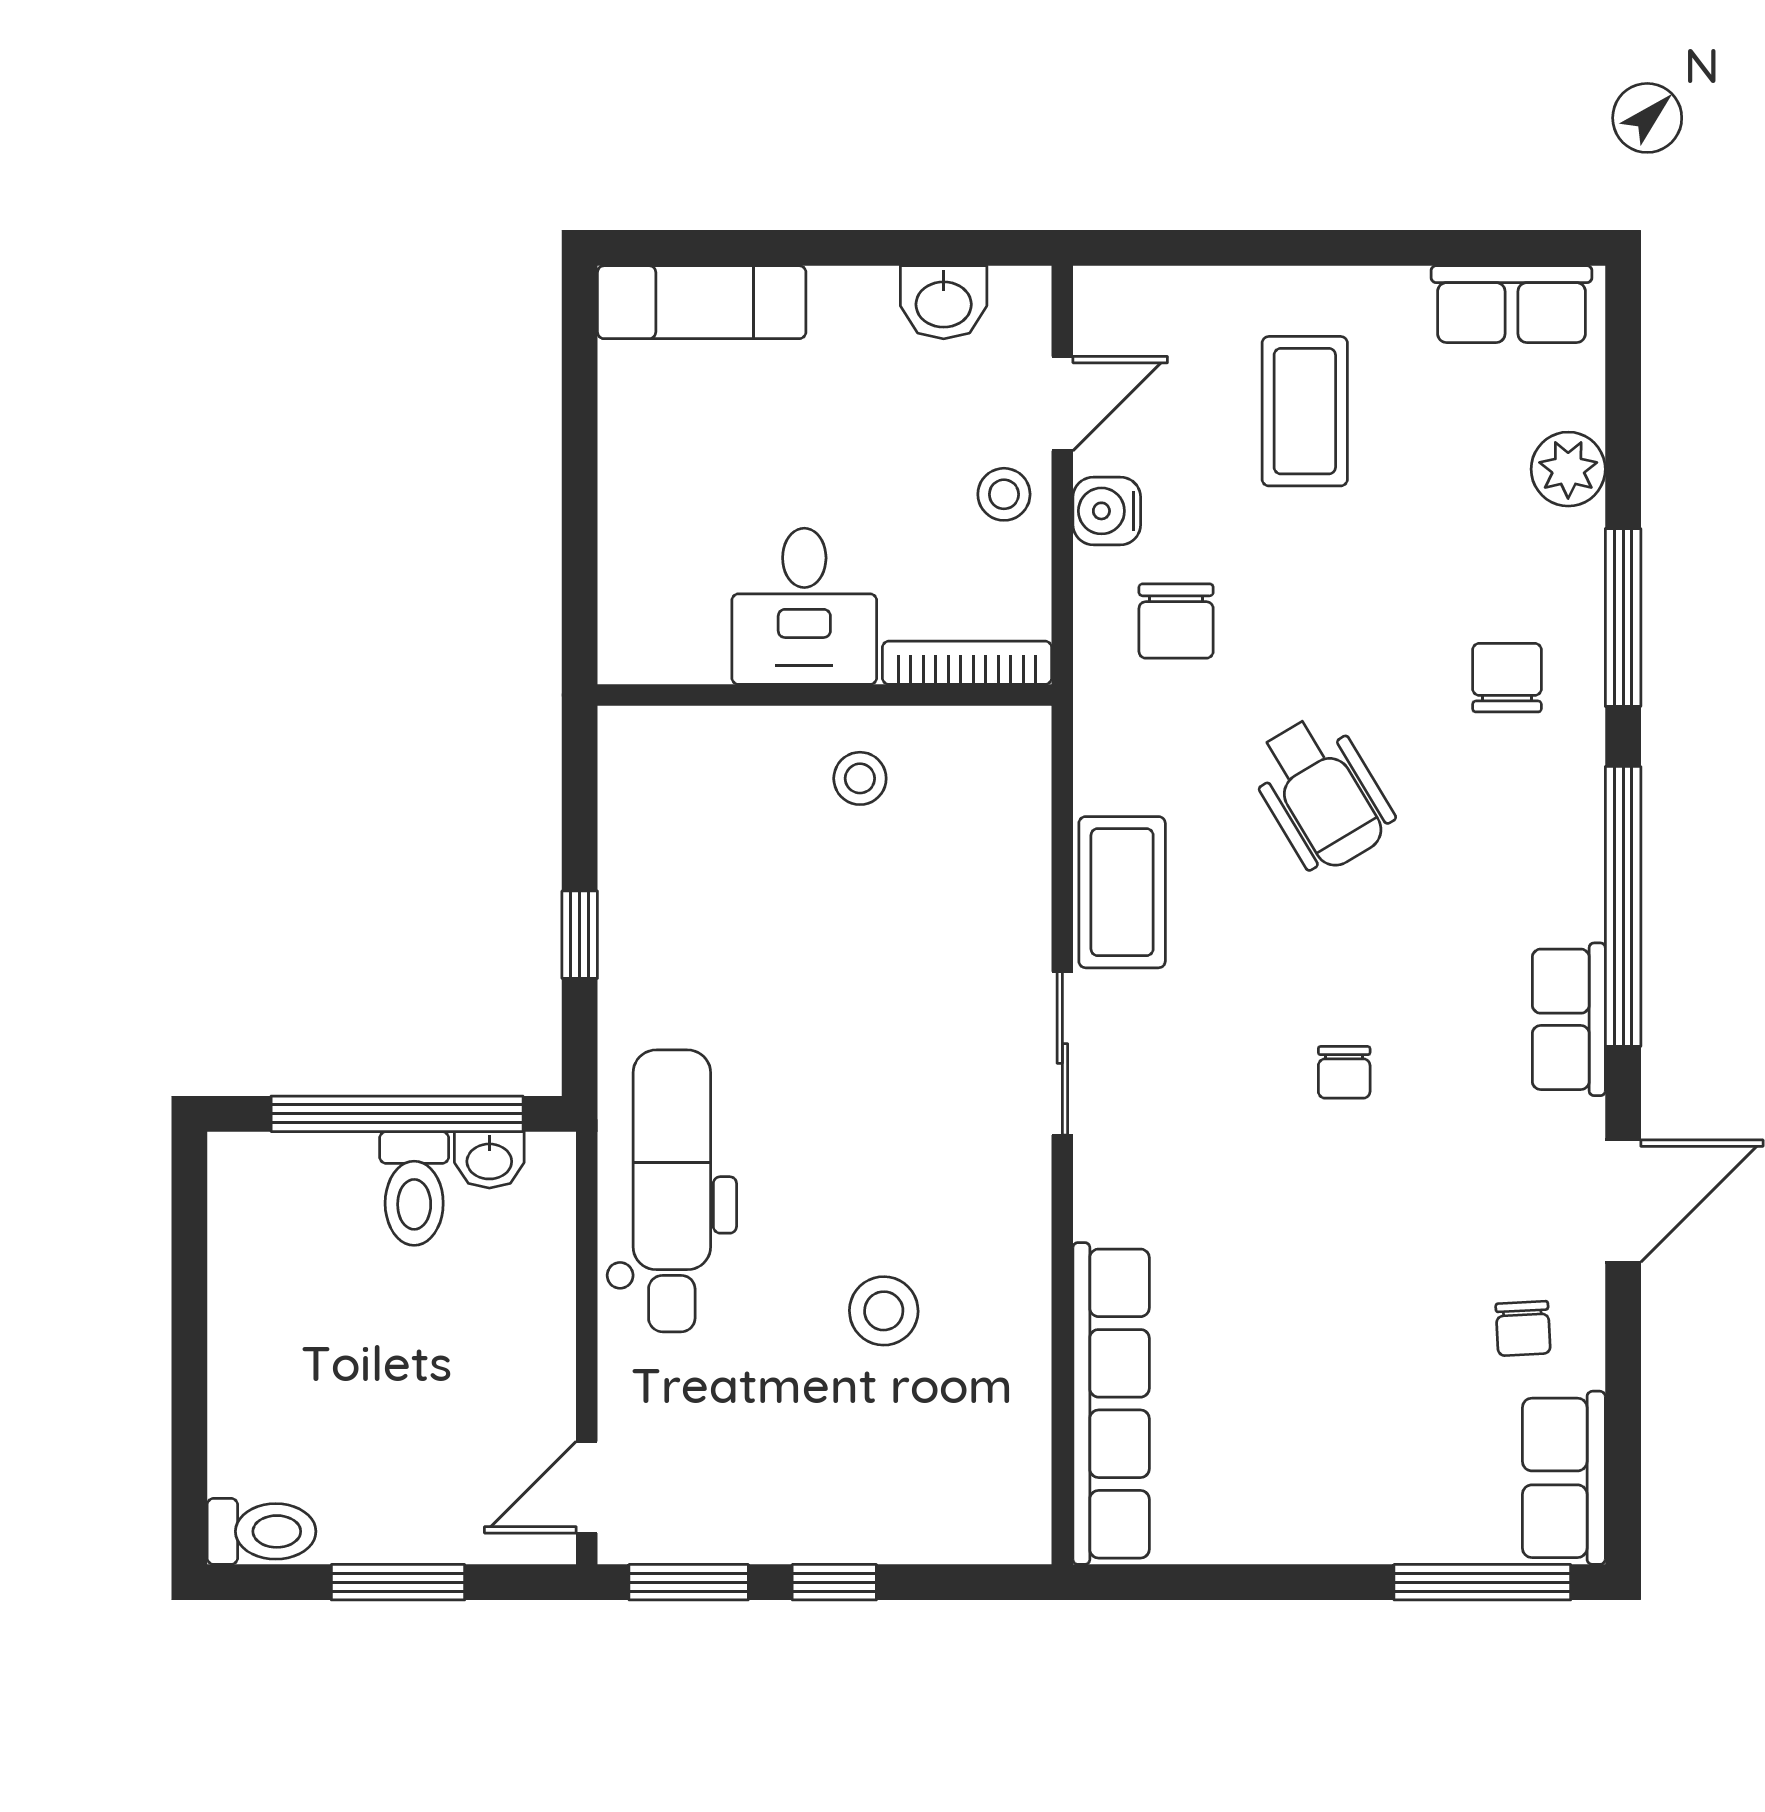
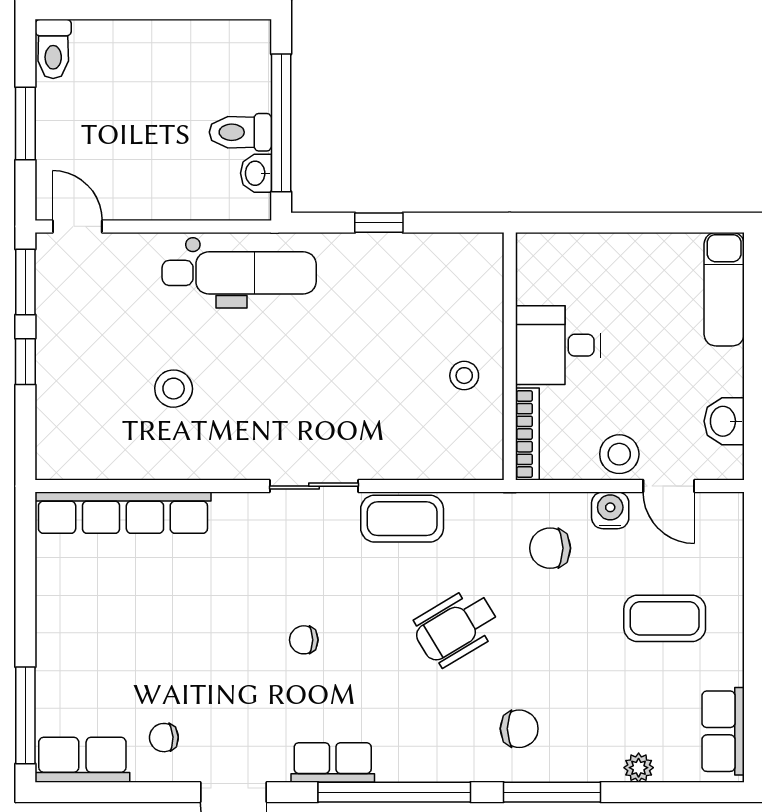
plant: (1568, 469) -> (639, 768), width x0.73, depth x0.73
stool: (1004, 494) -> (619, 454), width x1.37, depth x1.37

